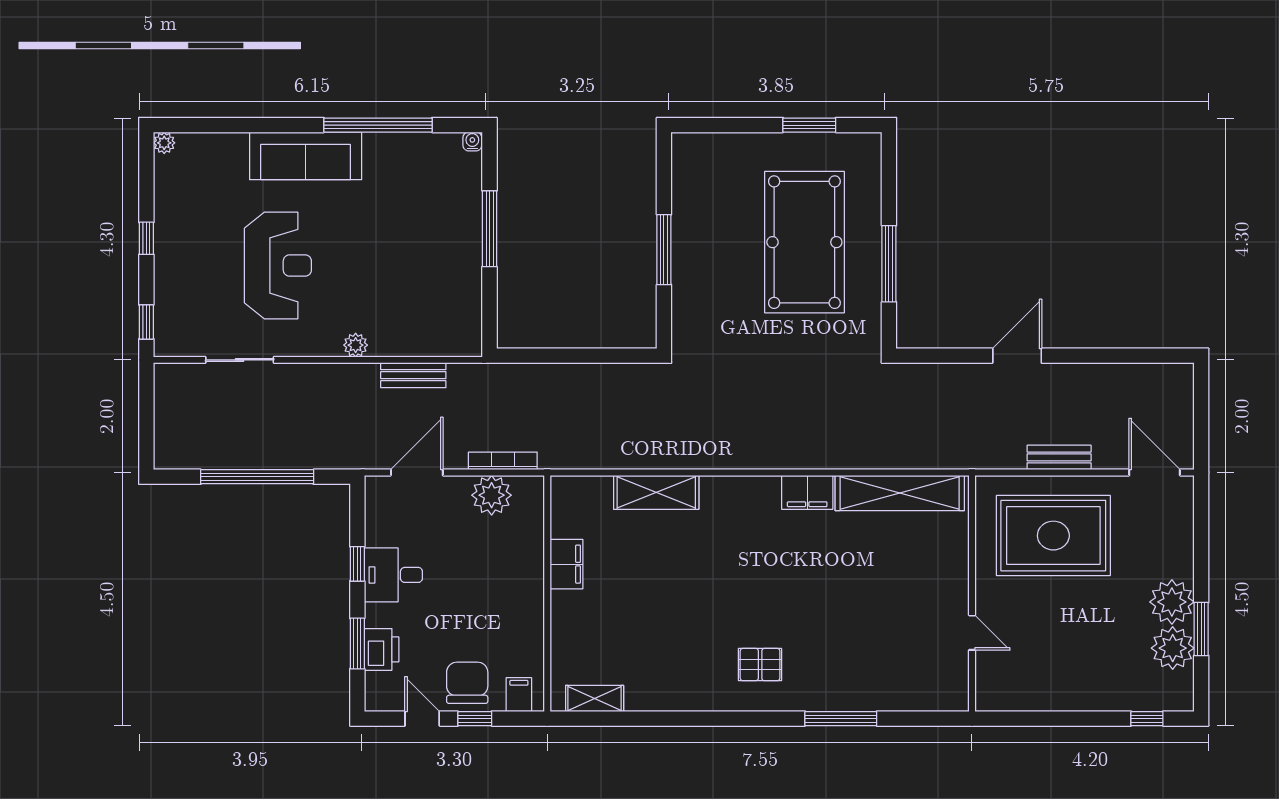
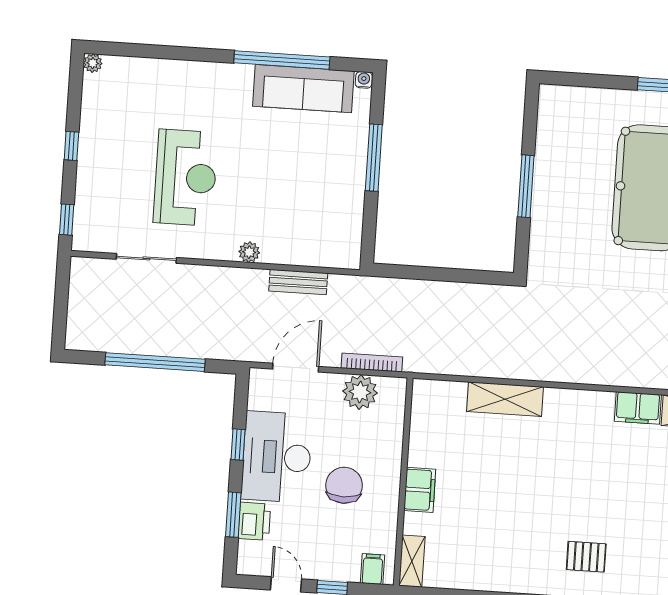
sofa: (306, 156) -> (303, 89), moved
filing cabinet: (566, 564) -> (420, 490), moved
desk: (393, 575) -> (277, 457), width x1.87, depth x1.30
chair: (467, 683) -> (344, 485), moved
shelving: (595, 699) -> (412, 561), moved, turned 90

